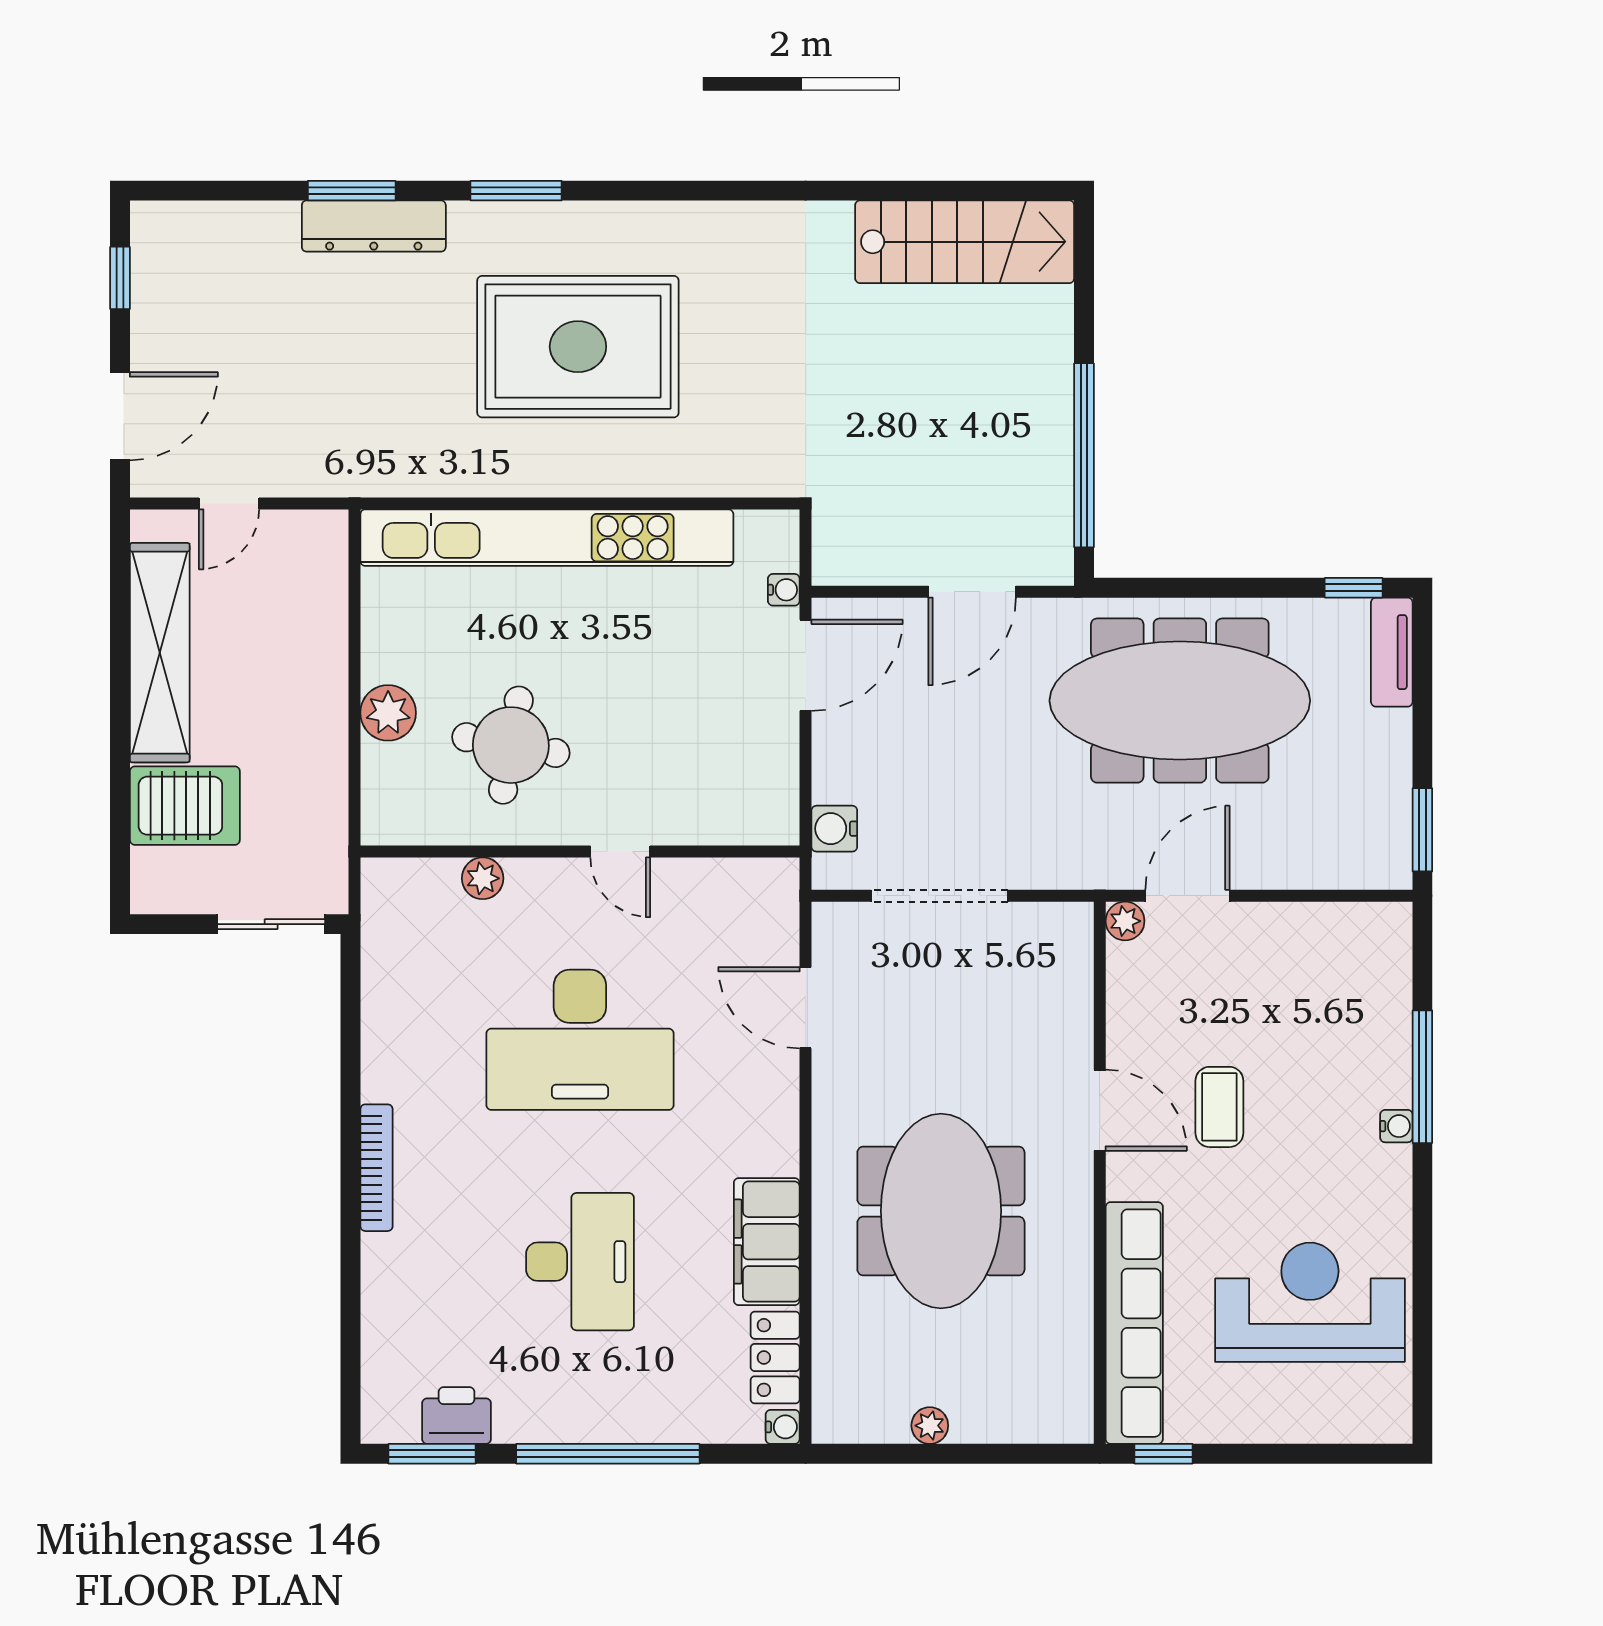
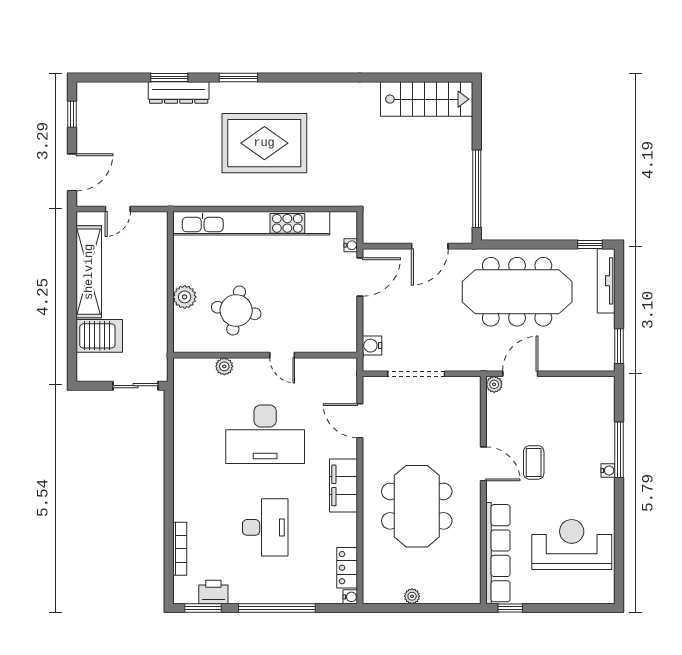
tv unit: (1392, 652) -> (606, 281), width x1.41
bookcase: (376, 1168) -> (180, 549), moved
filing cabinet: (767, 1242) -> (344, 485), moved

